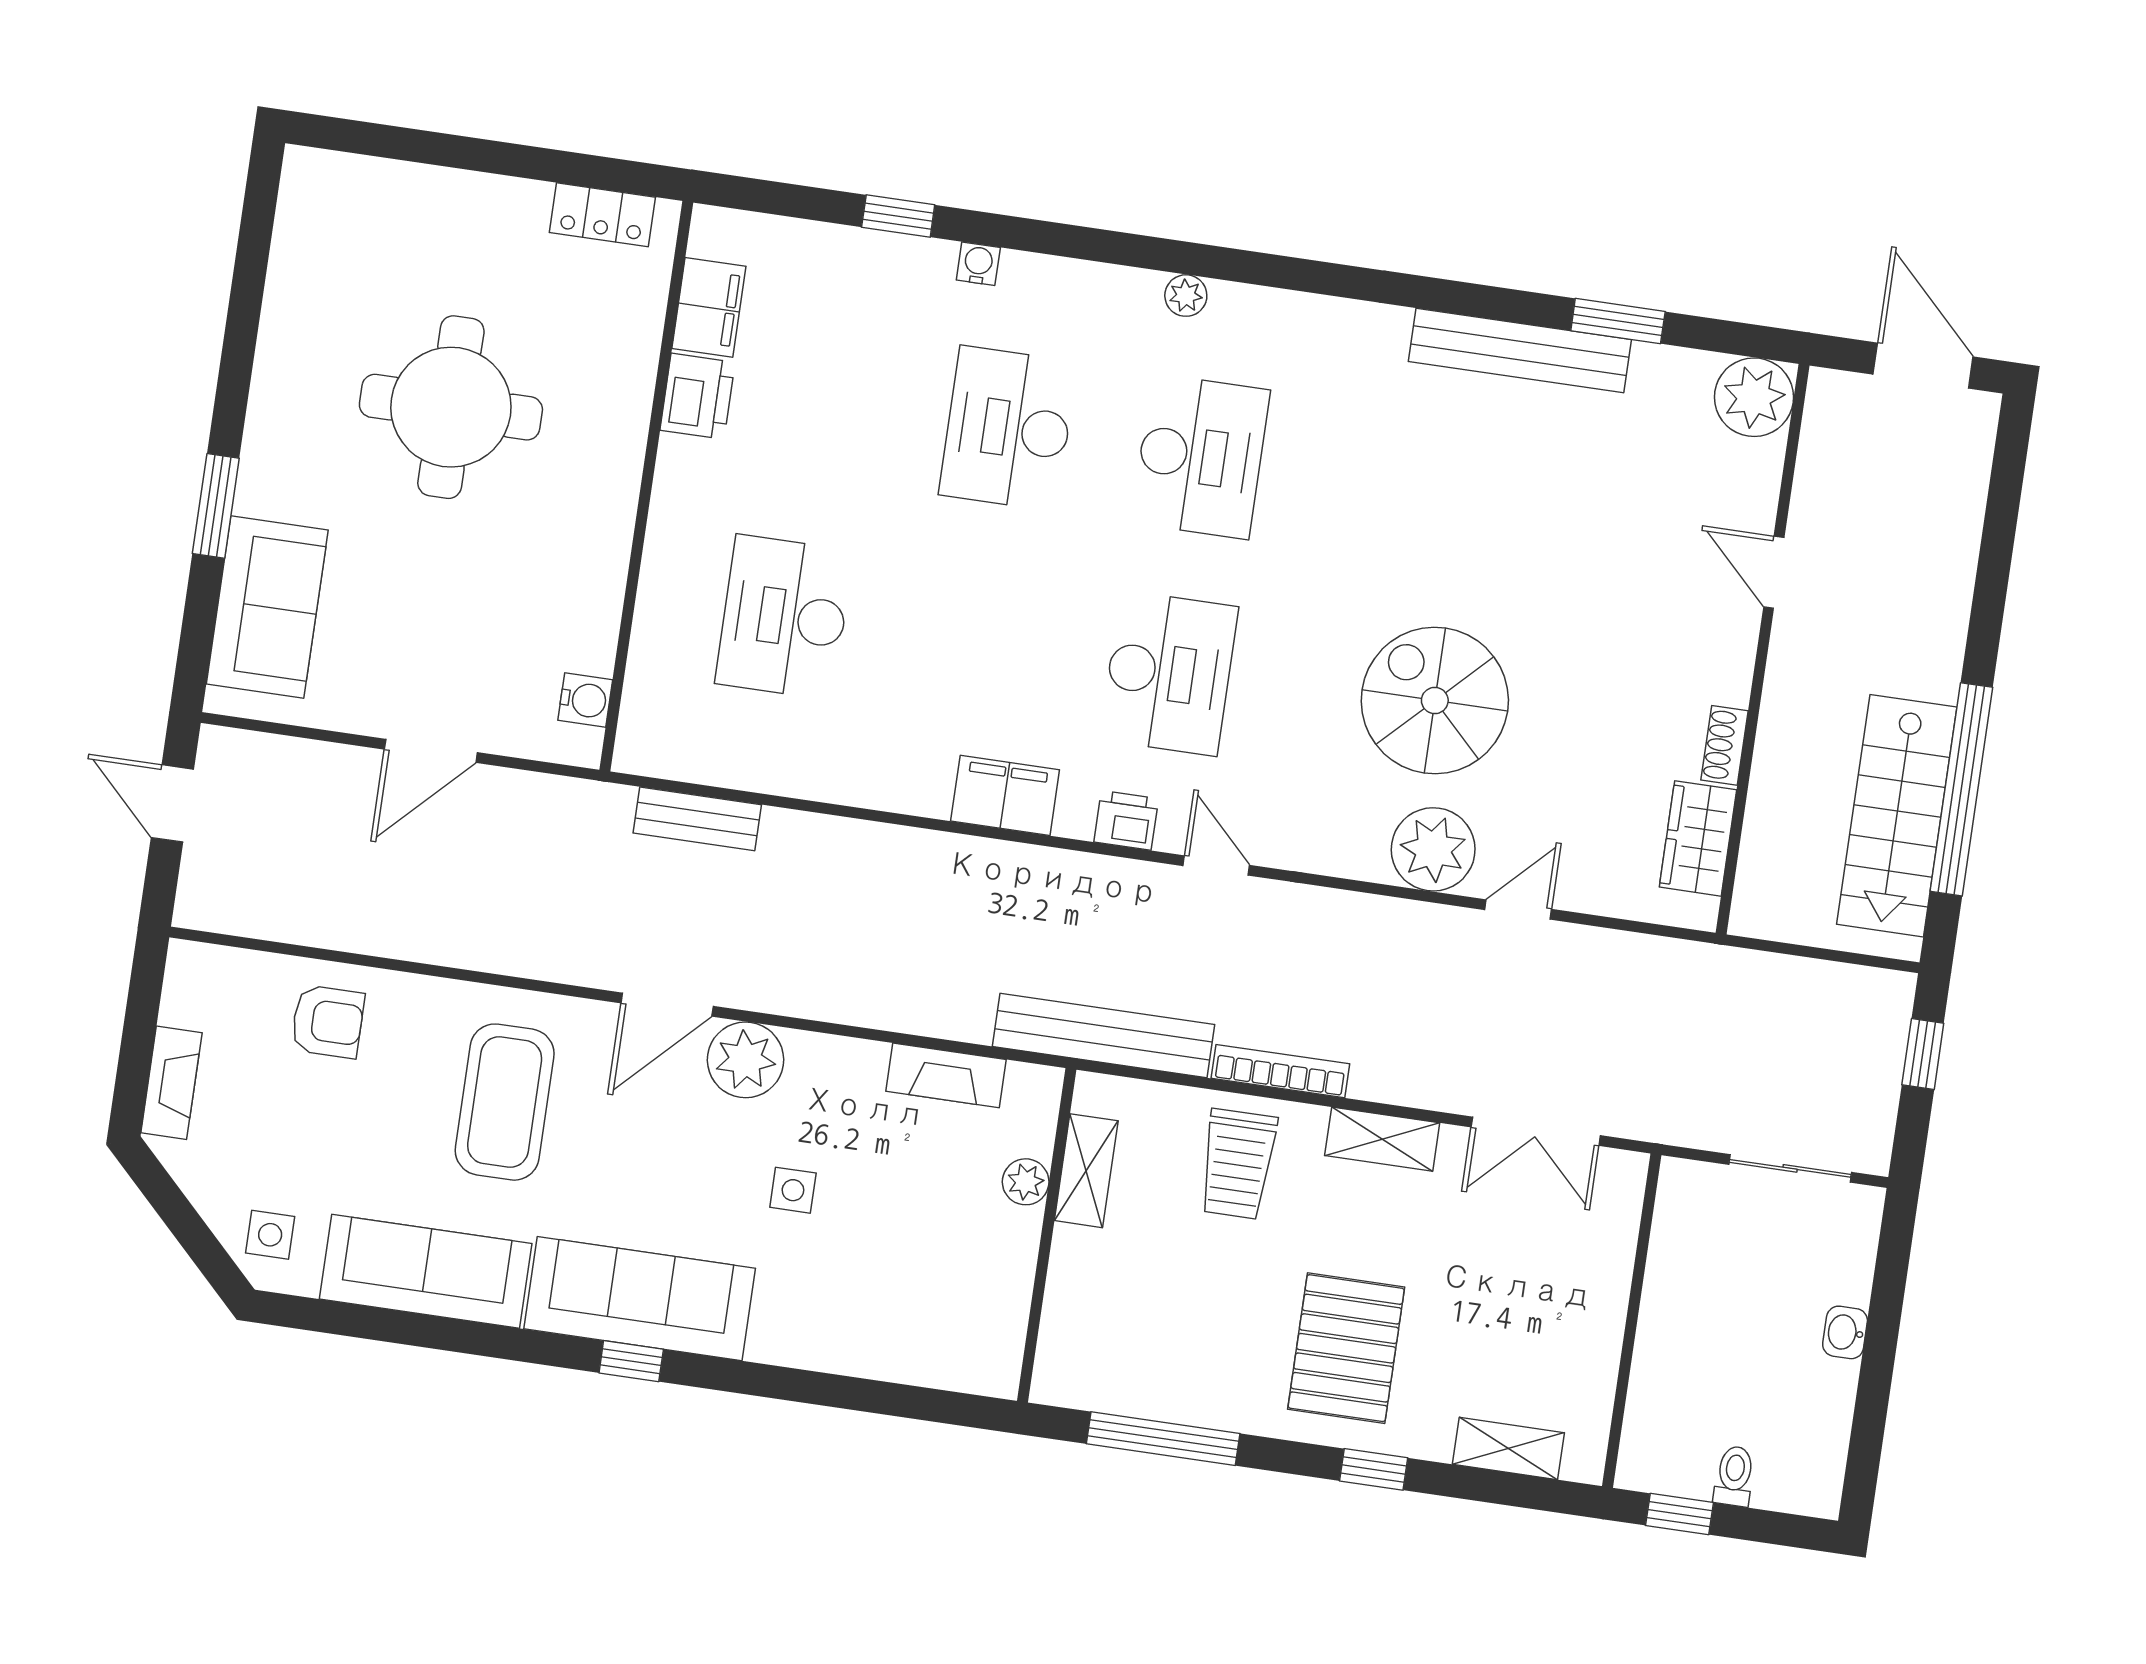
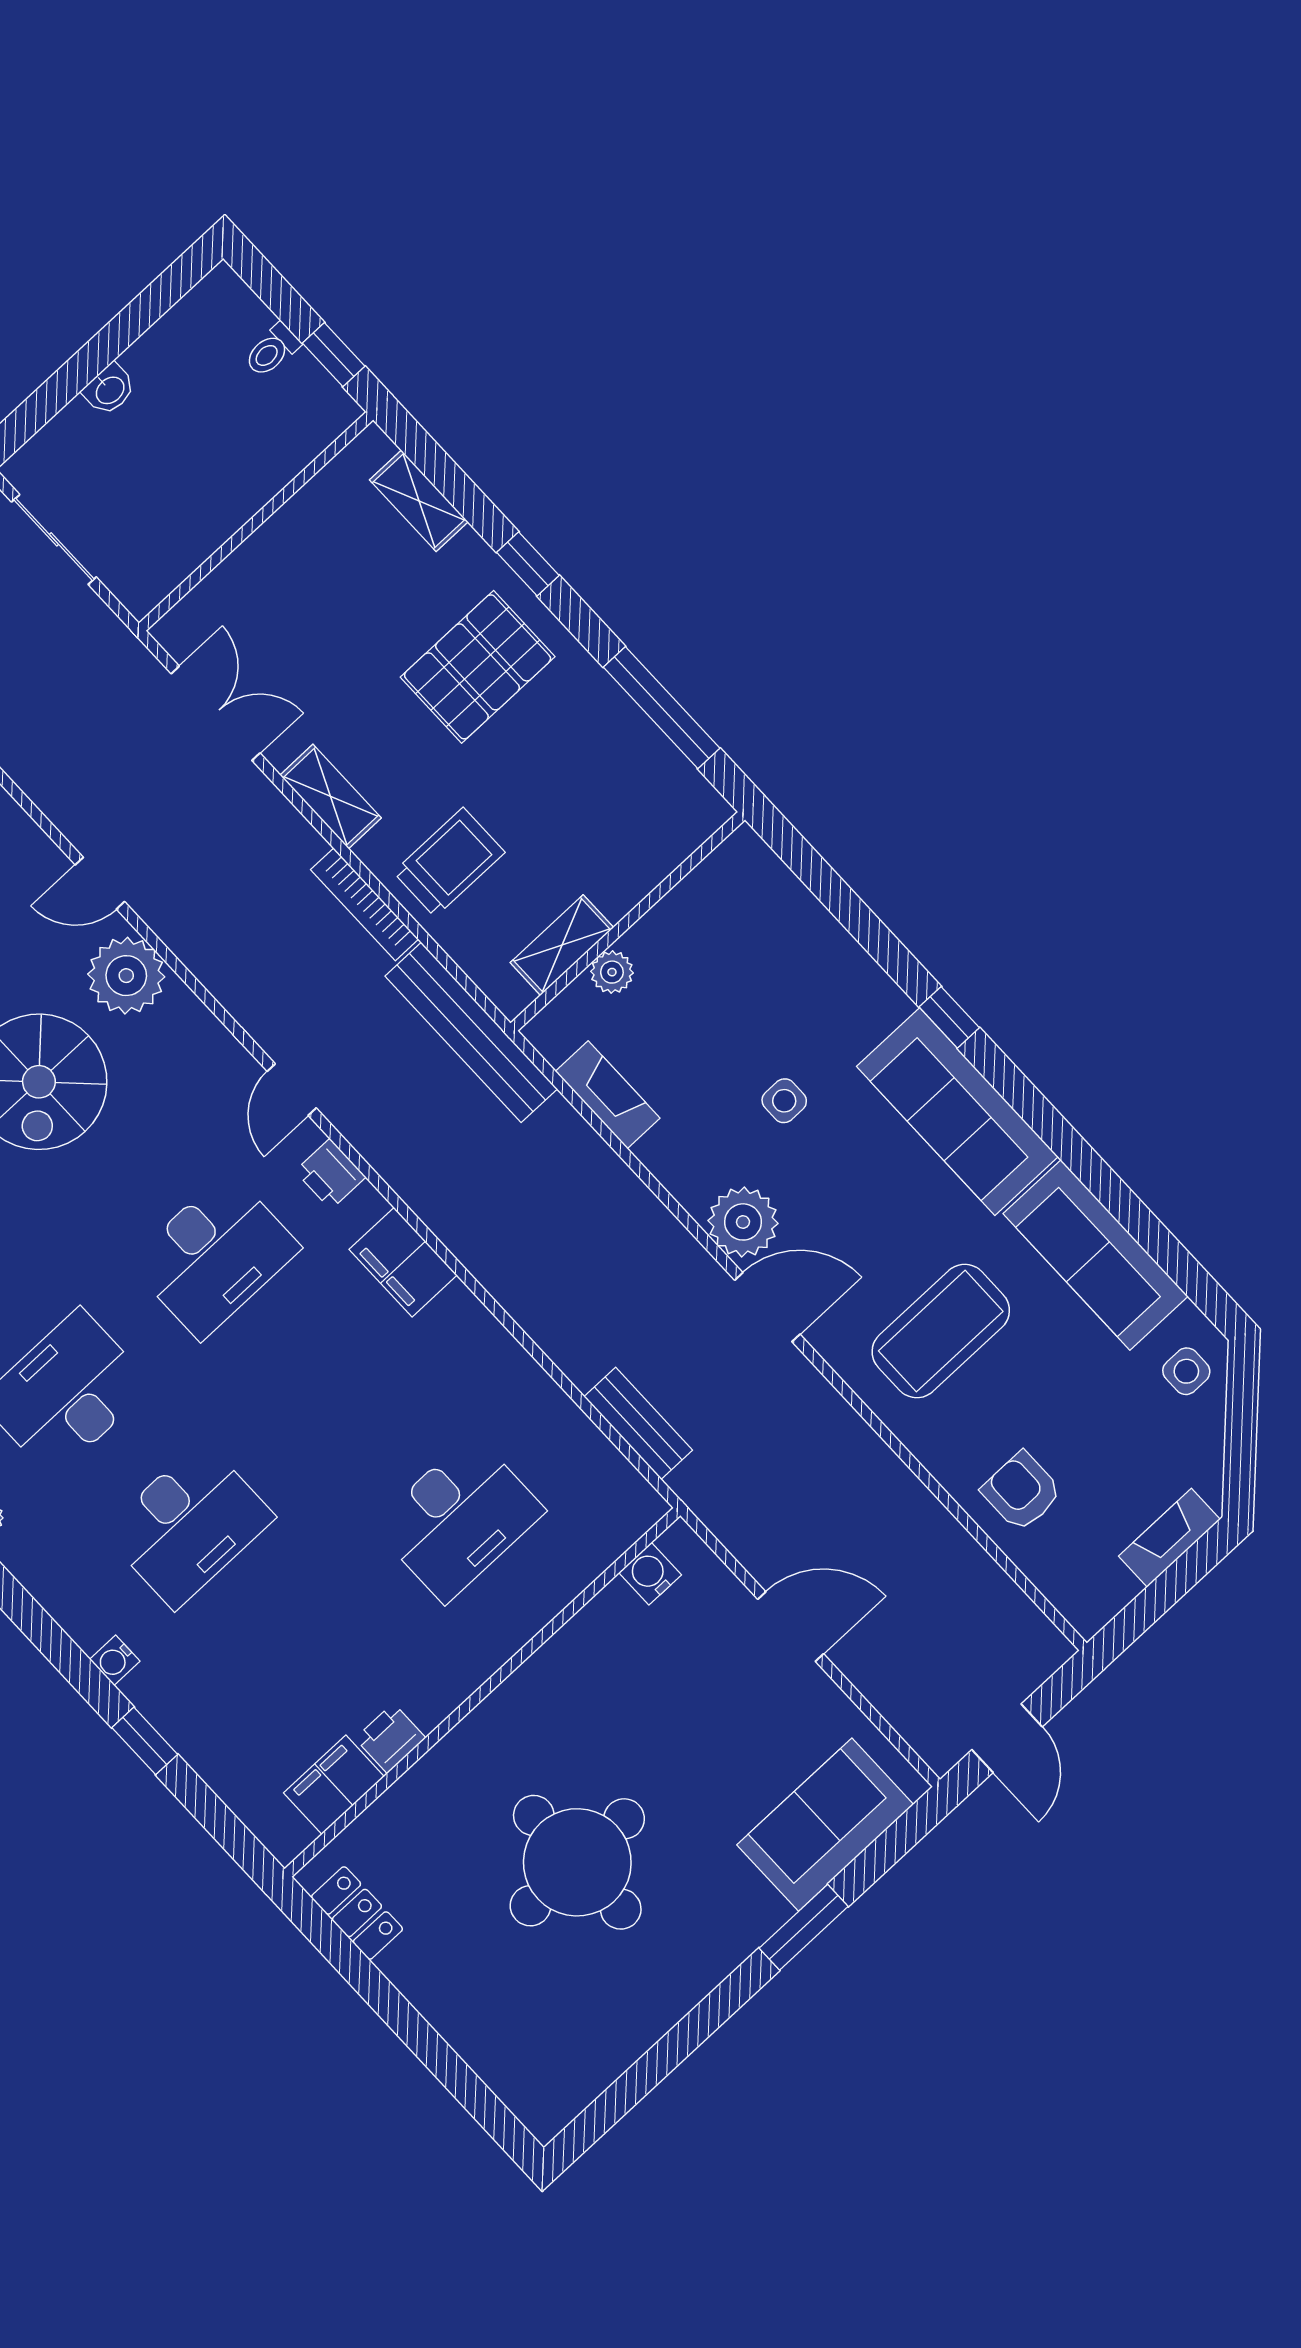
printer: (697, 396) -> (390, 1738), width x0.73, depth x0.81
desk: (1169, 673) -> (214, 1255), turned 180
window: (631, 1361) -> (949, 1017), moved

